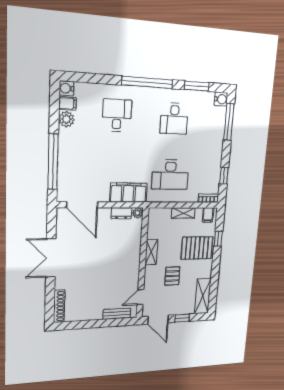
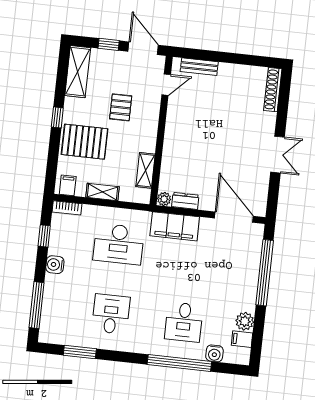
window: (147, 82) -> (179, 363), moved
water cooler: (66, 88) -> (214, 353), moved, turned 90
water cooler: (221, 99) -> (55, 265), moved
desk: (170, 175) -> (119, 244), turned 180
window: (218, 239) -> (57, 117), moved
shelving: (151, 252) -> (145, 170), moved
double door: (51, 258) -> (278, 155), width x0.73

